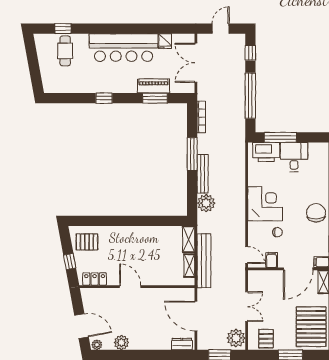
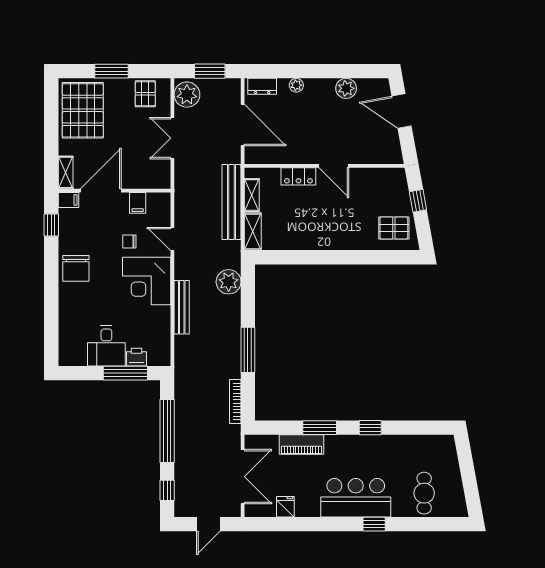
window: (63, 29) -> (374, 524), moved
bar counter: (124, 48) -> (356, 498), width x0.73
window: (155, 98) -> (320, 428), moved
printer: (266, 152) -> (137, 357), width x0.53, depth x0.68
bench: (203, 174) -> (182, 307), moved
door: (247, 255) -> (172, 239), moved
locker: (95, 279) -> (298, 176), moved
plant: (97, 345) -> (296, 85), moved

